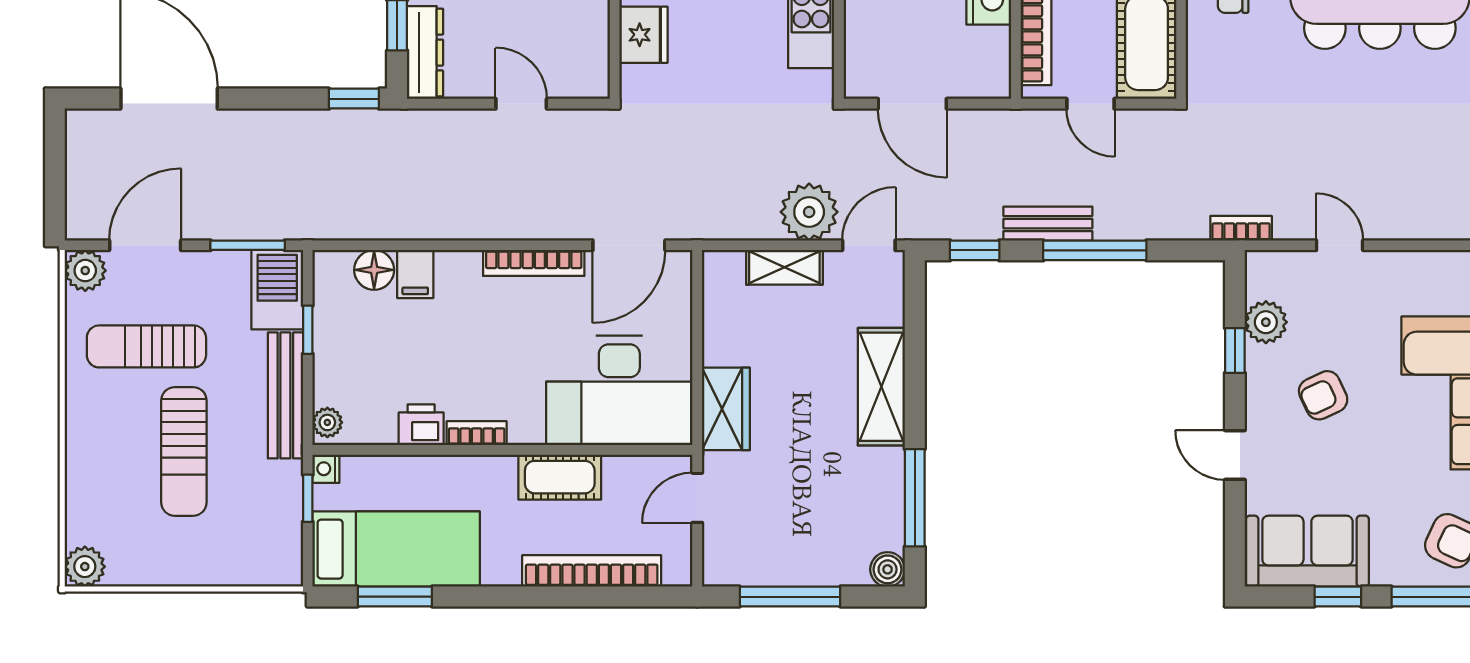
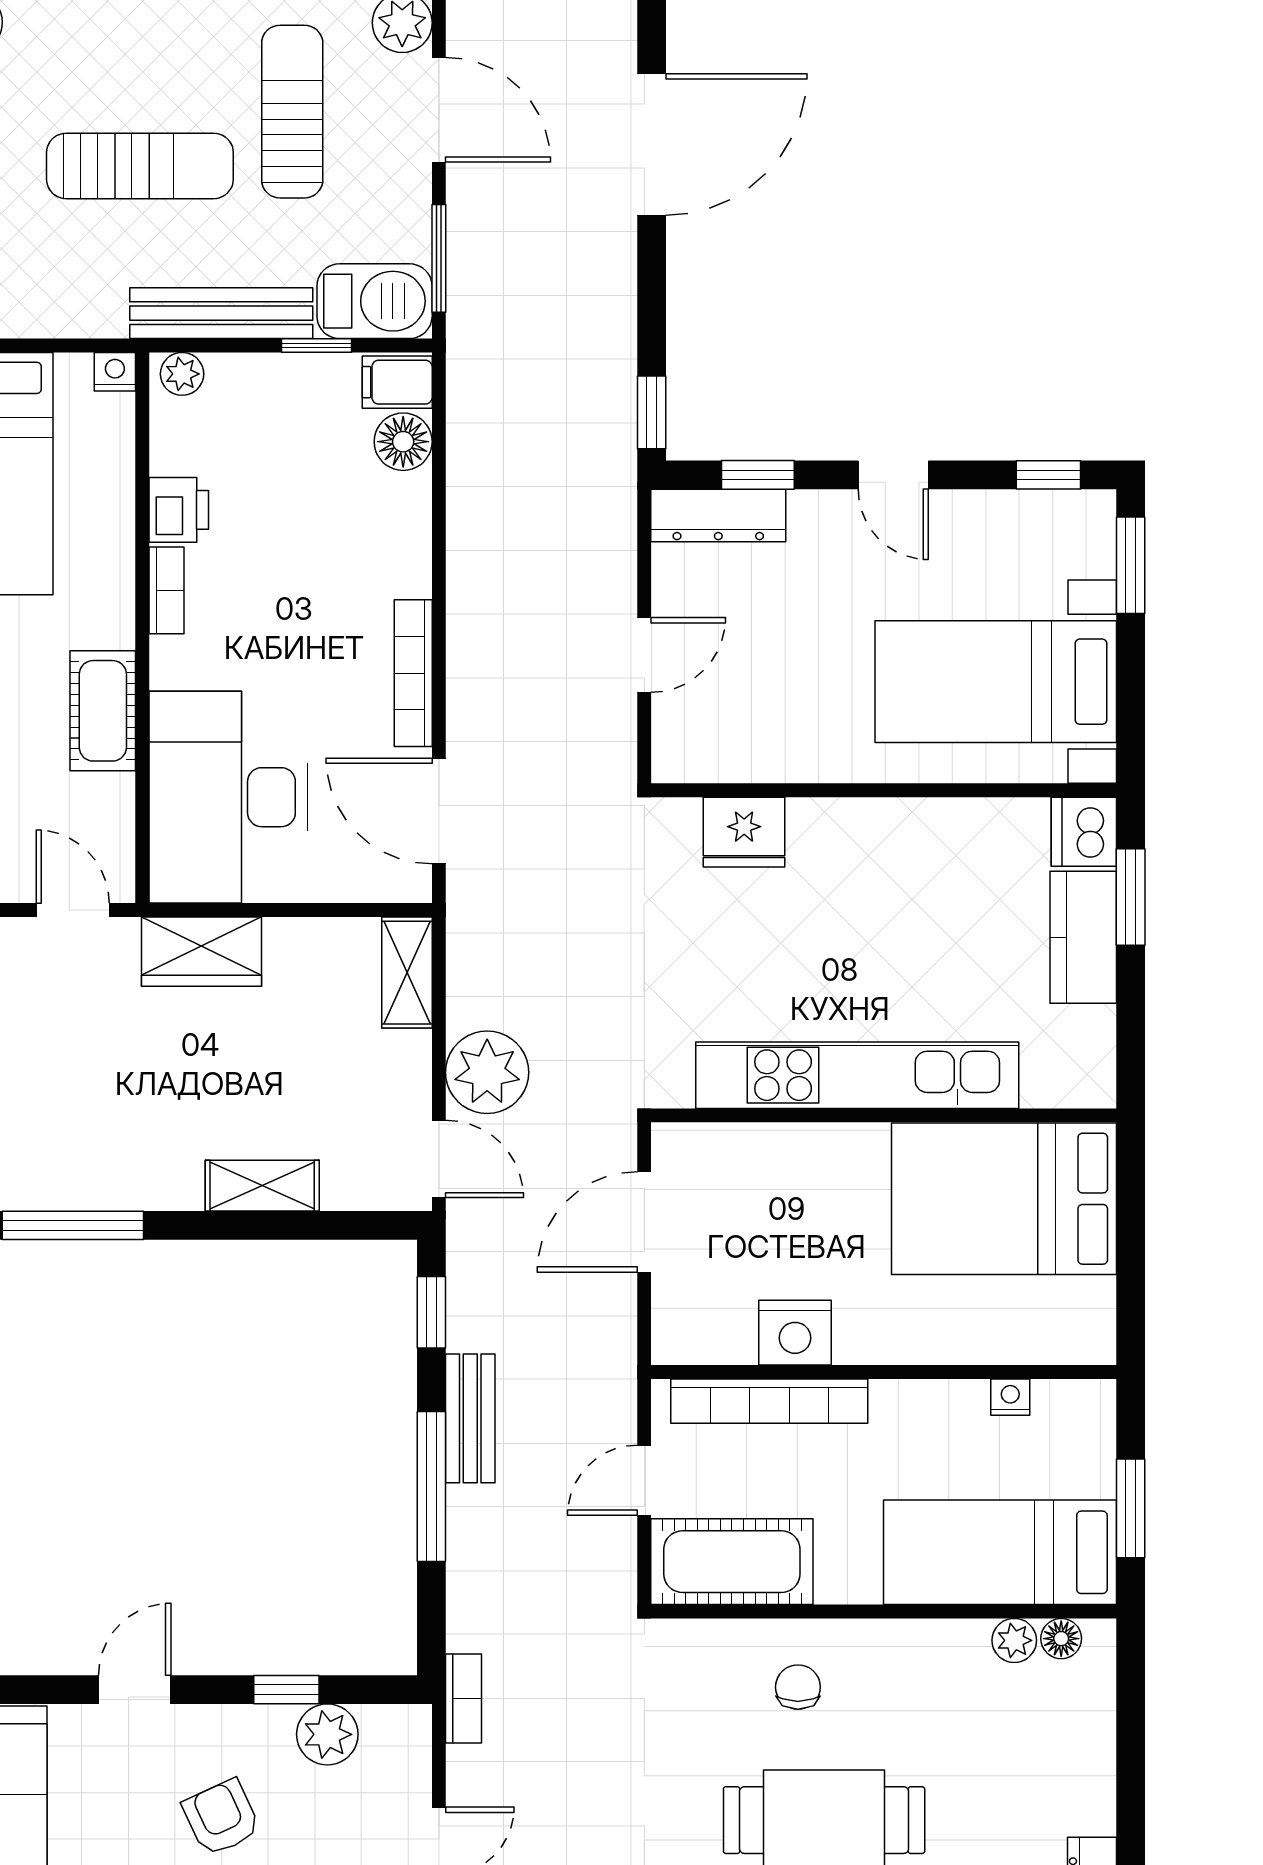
shelving: (784, 267) -> (407, 973), moved
filing cabinet: (415, 274) -> (397, 382), moved
shelving: (881, 387) -> (262, 1186), width x0.67, depth x0.75
sun lounger: (184, 451) -> (140, 166), turned 180
window: (308, 498) -> (72, 346), removed

